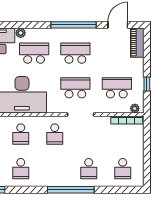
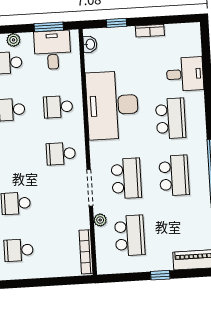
plant: (21, 33) -> (198, 98), removed
window: (147, 84) -> (160, 275), moved
plant: (135, 108) -> (100, 220), moved

